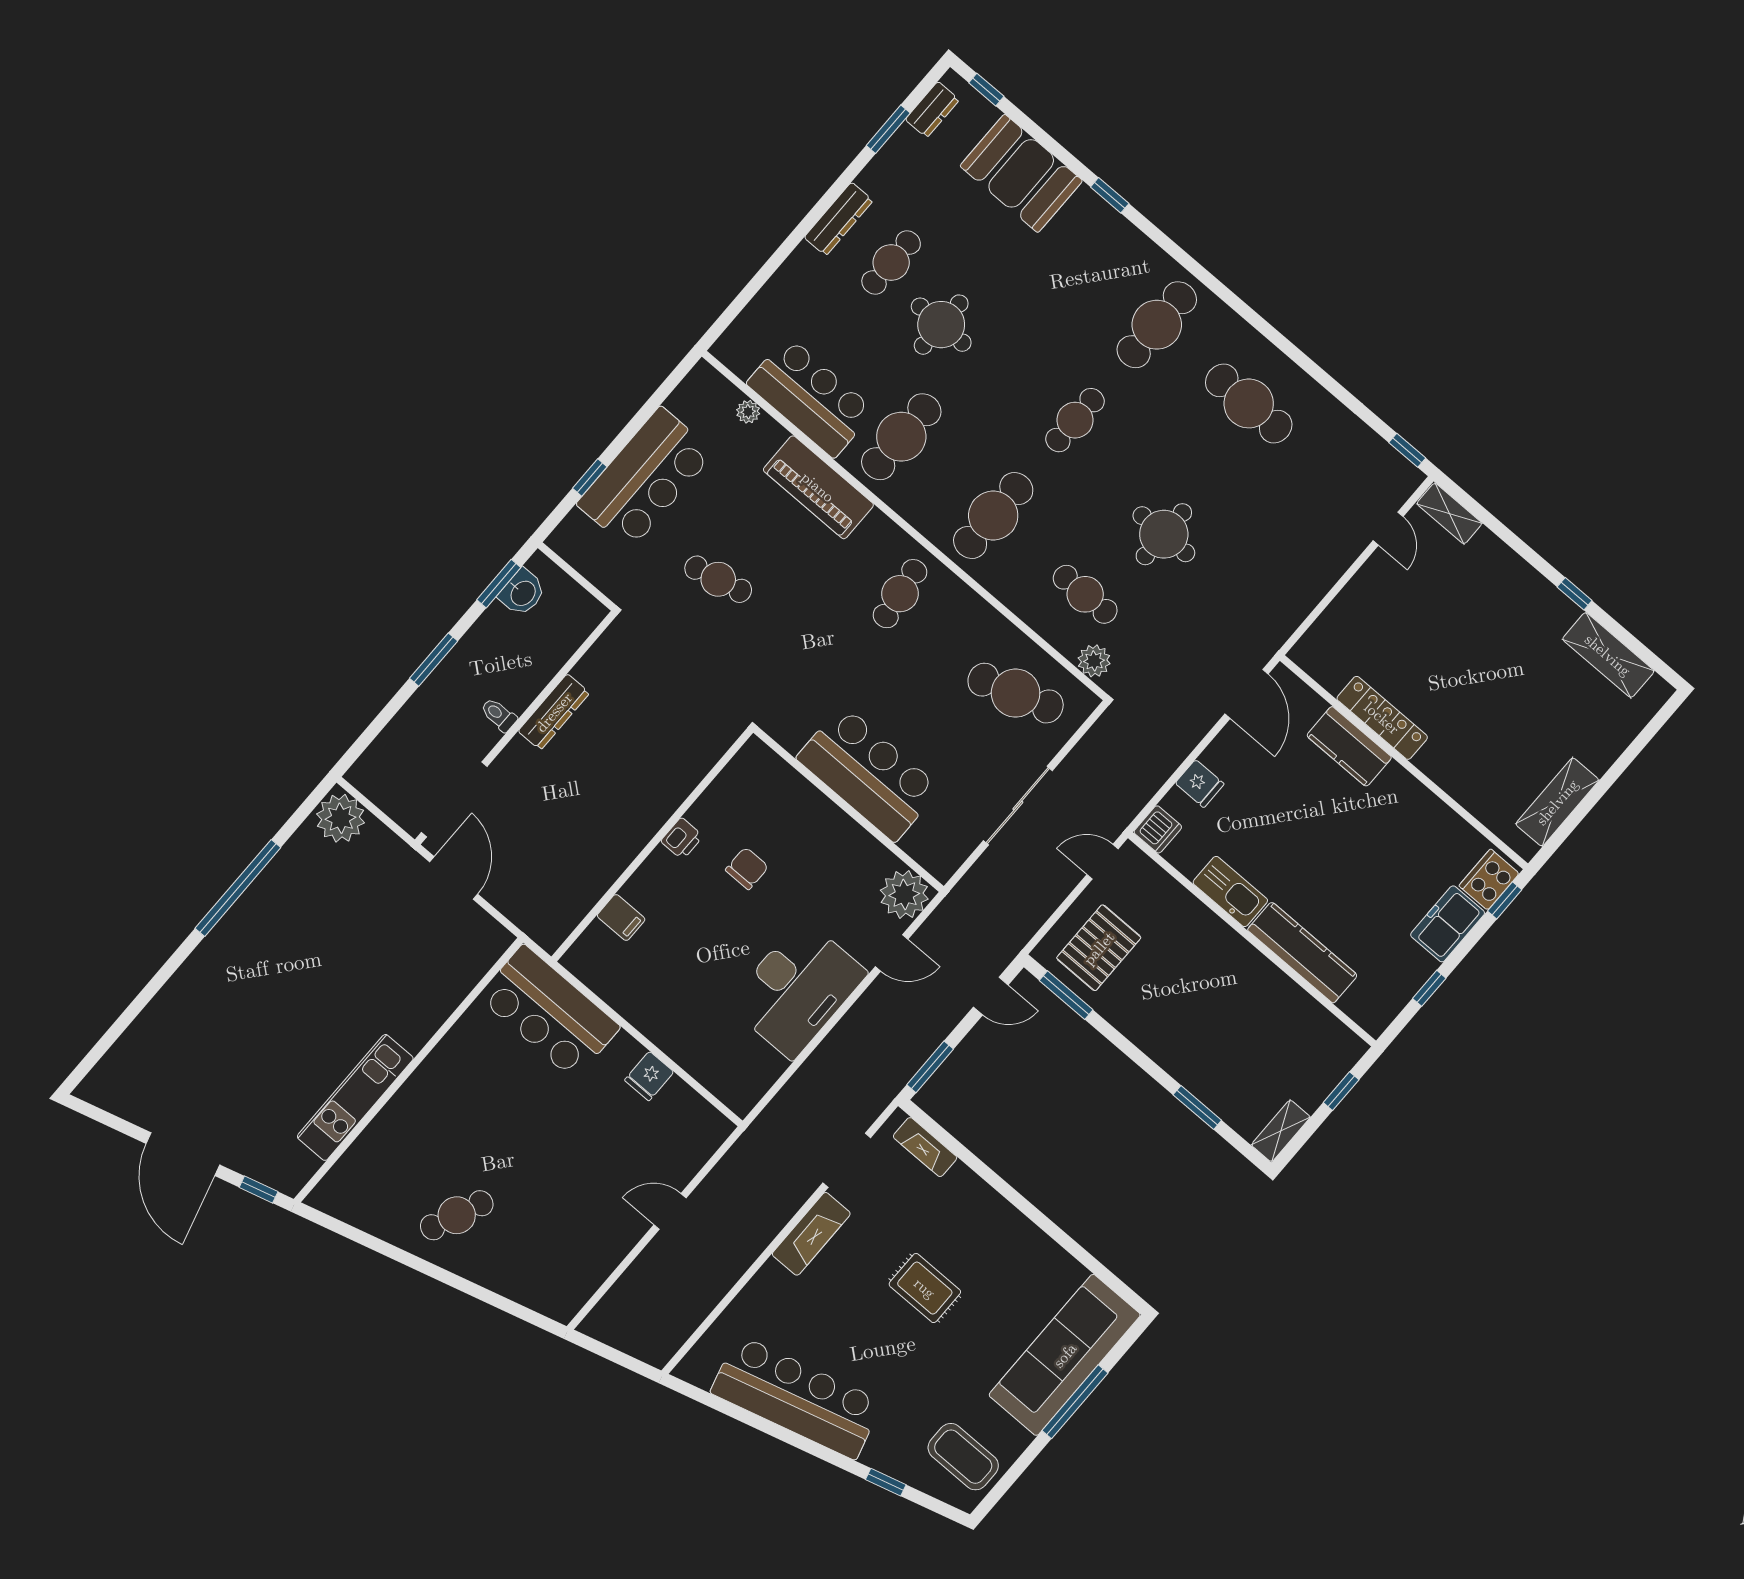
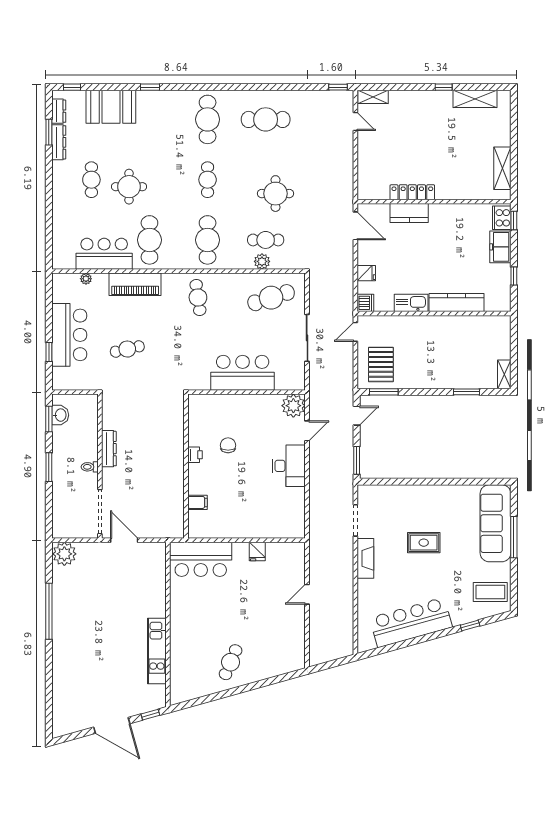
dresser: (839, 219) -> (59, 142), moved
plant: (1094, 661) -> (262, 261), moved
desk: (797, 989) -> (289, 466), width x0.73, depth x0.77
window: (1341, 1091) -> (514, 341), removed
fireplace: (925, 1147) -> (380, 491), removed

